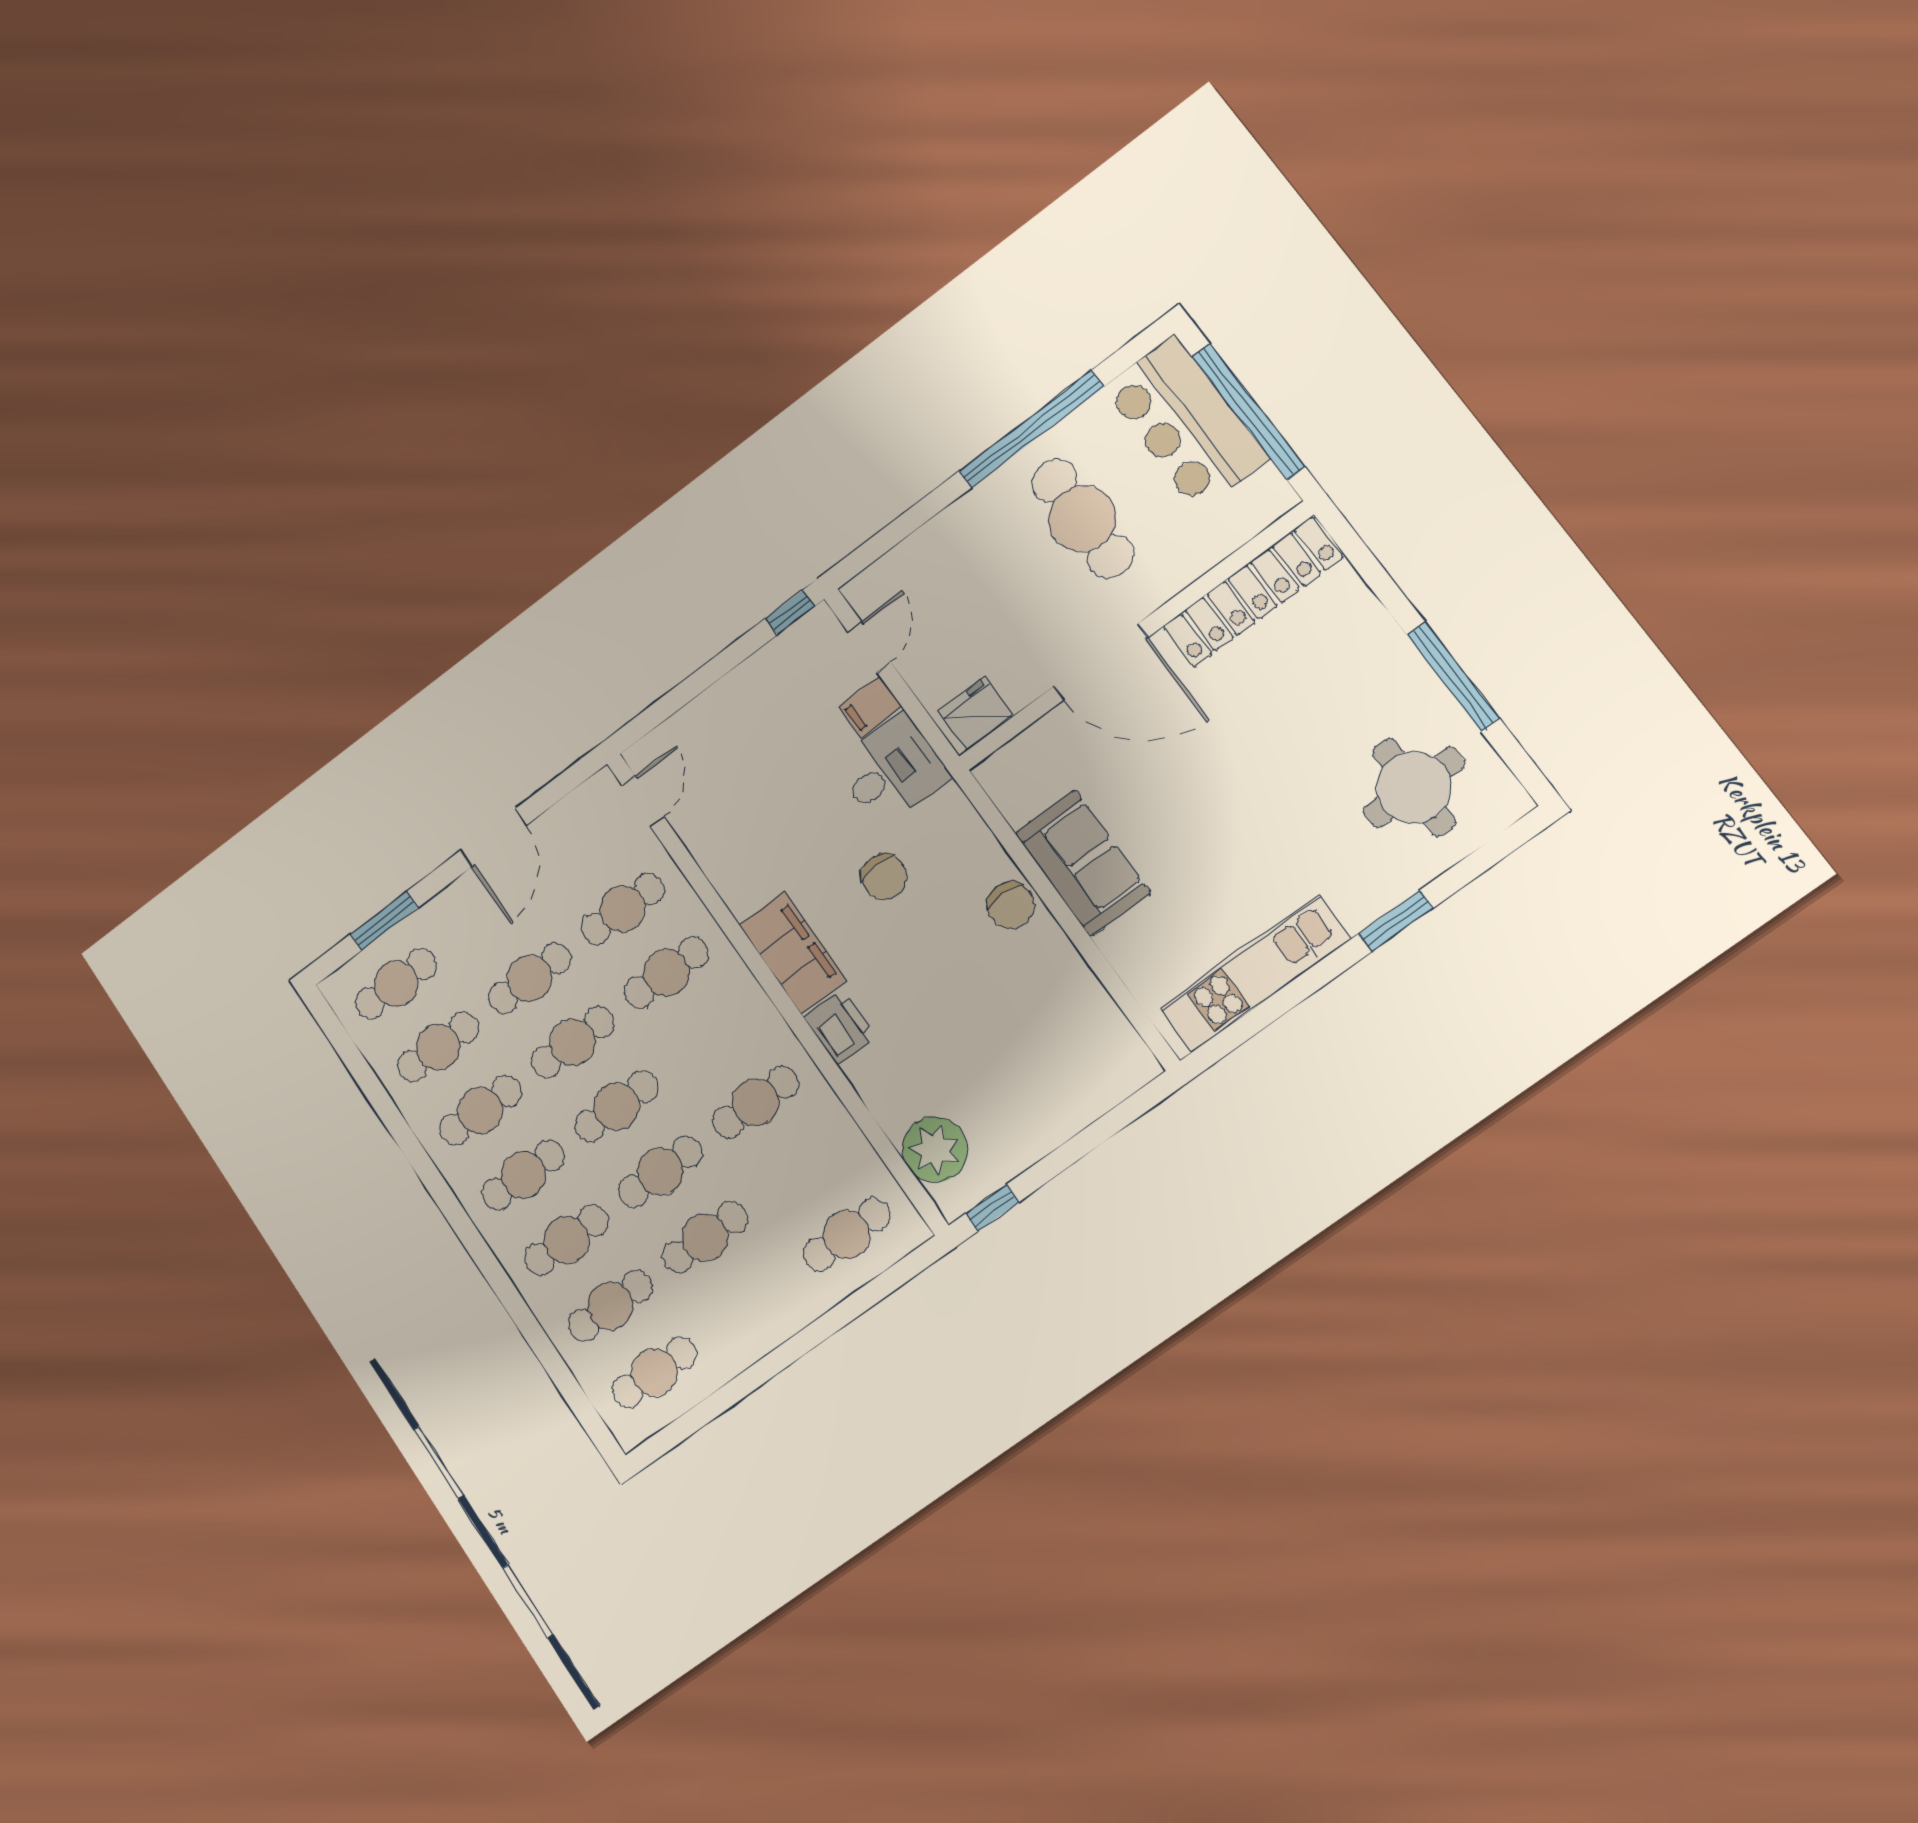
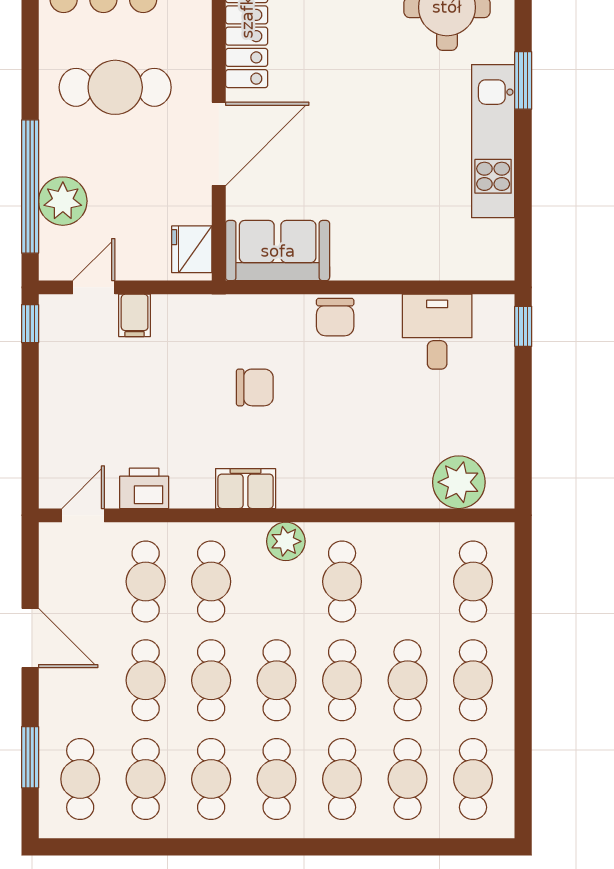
window: (1031, 429) -> (30, 187), moved
plant: (932, 553) -> (63, 201), added
door: (869, 647) -> (94, 287), hinge flipped
desk: (892, 771) -> (437, 332), moved
door: (643, 802) -> (83, 515), hinge flipped
sofa: (1083, 863) -> (278, 251), moved
chair: (1011, 905) -> (335, 317), turned 90
filing cabinet: (793, 953) -> (246, 489), width x0.67, depth x0.86
kitchen unit: (1255, 974) -> (493, 141), moved
plant: (756, 1018) -> (286, 541), added
printer: (840, 1027) -> (144, 488), moved
window: (992, 1208) -> (523, 326), moved
cafe table: (750, 1304) -> (473, 680), added

